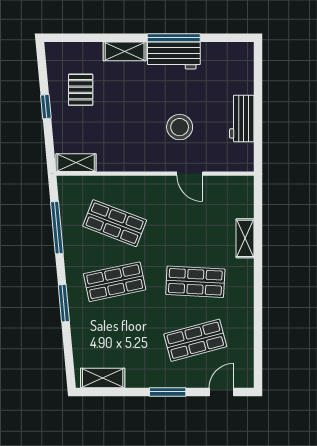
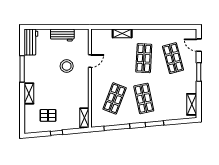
workbench: (174, 55) -> (31, 42), moved

